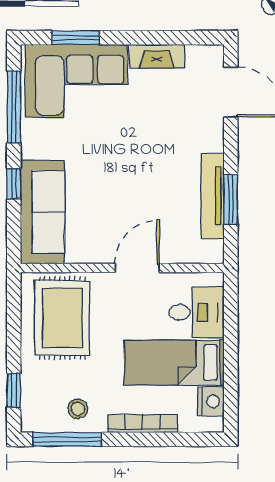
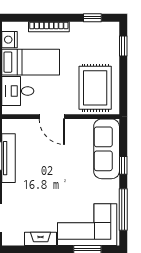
door: (137, 268) -> (52, 117), hinge flipped
stool: (78, 409) -> (86, 35), removed
window: (67, 439) -> (92, 18), width x0.46

